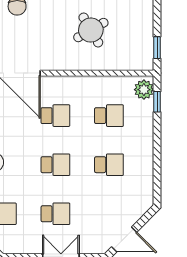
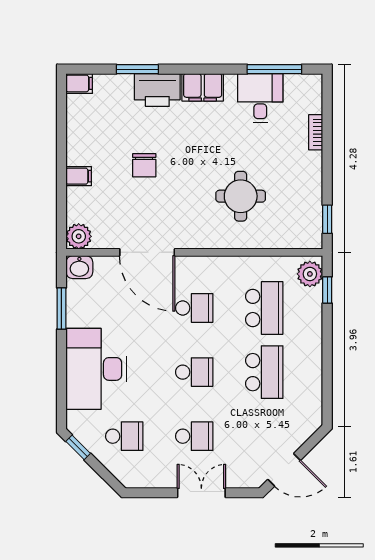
round table: (91, 30) -> (241, 196), turned 30
school desk: (109, 116) -> (264, 308), width x1.85
school desk: (109, 165) -> (264, 372), width x1.85

